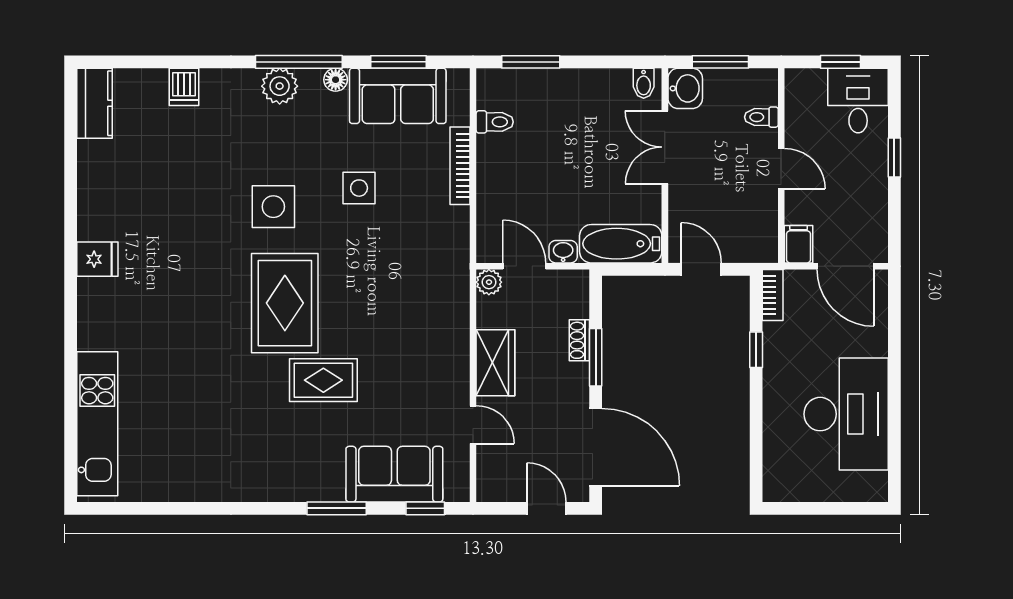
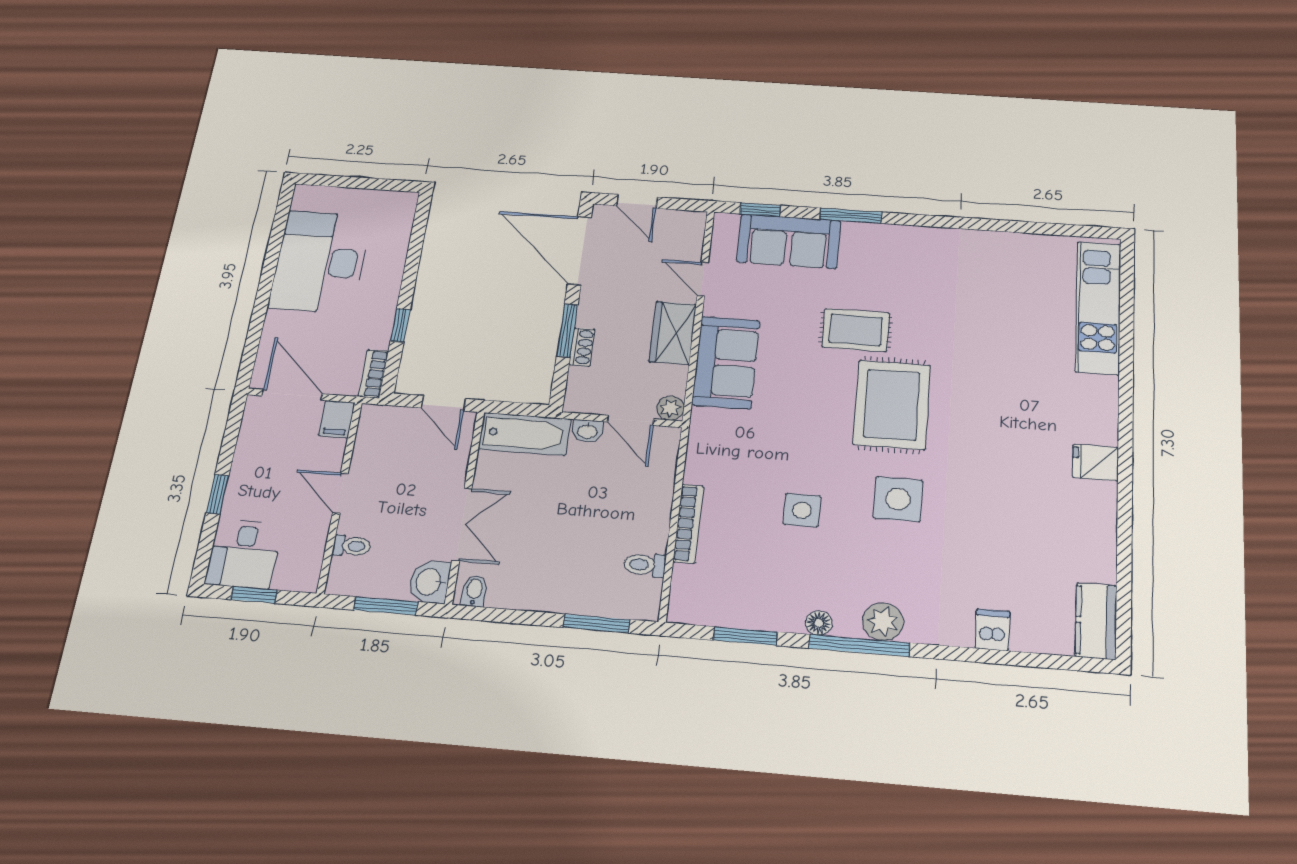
sofa: (398, 96) -> (726, 362), moved, turned 90

